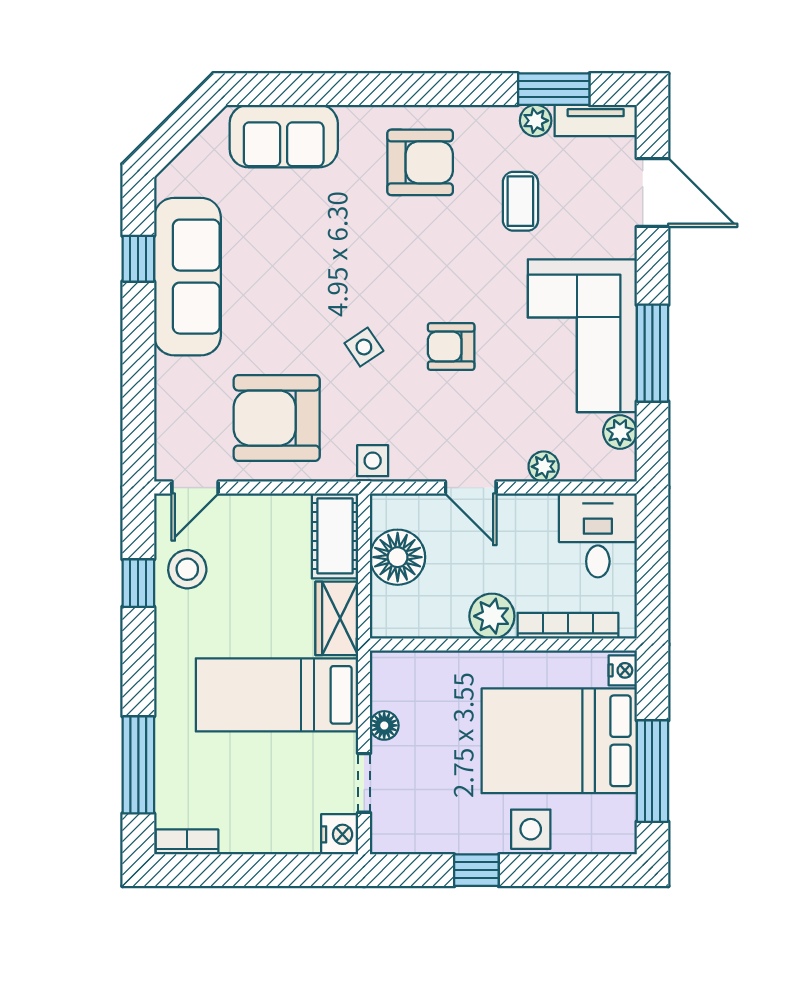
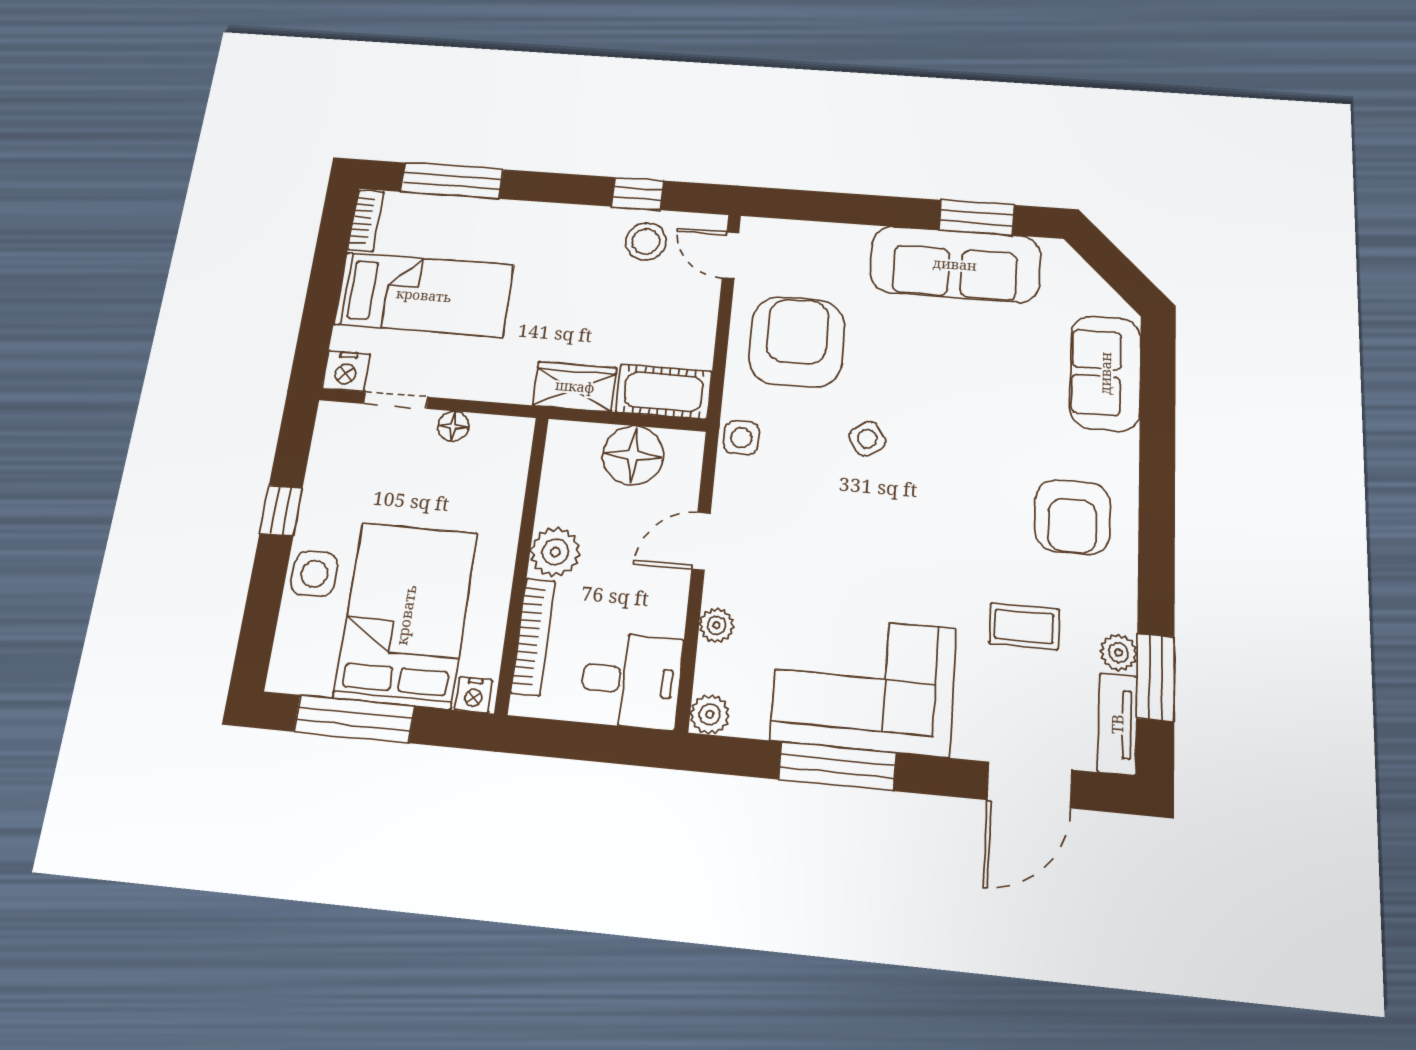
window: (138, 259) -> (977, 218), width x1.50
armchair: (451, 346) -> (861, 533), removed
plant: (620, 432) -> (710, 714), moved
bed: (277, 695) -> (424, 295), moved, turned 90

